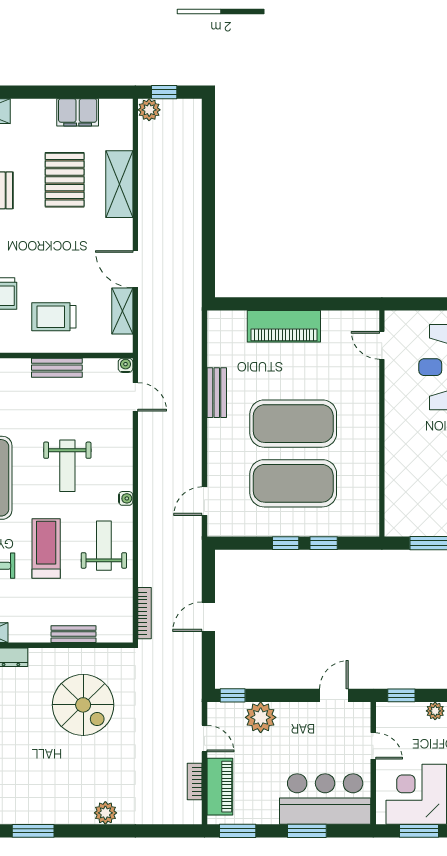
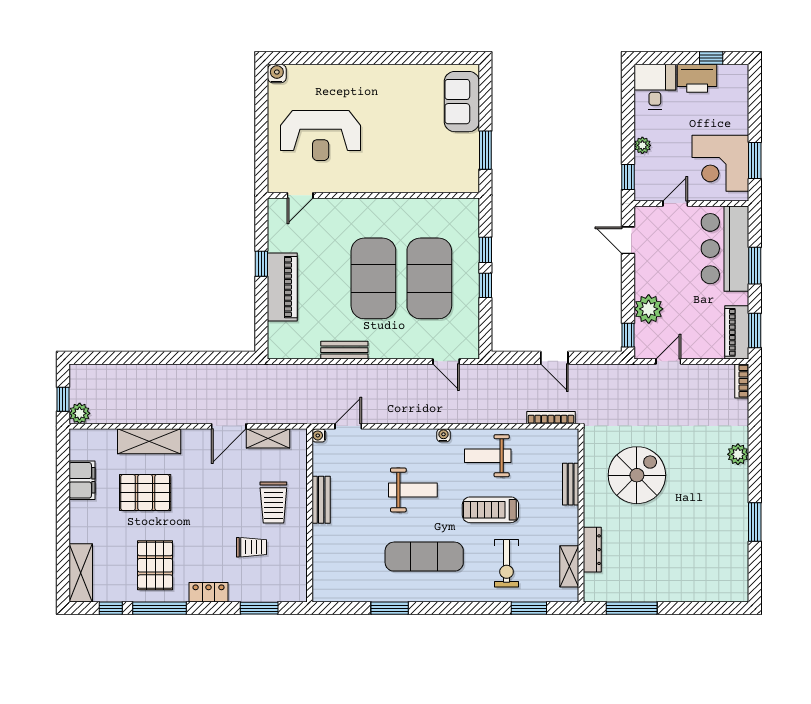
window: (309, 304) -> (261, 264), added
bookcase: (195, 781) -> (742, 381), moved, turned 90
piano: (220, 787) -> (737, 332), moved, turned -90

